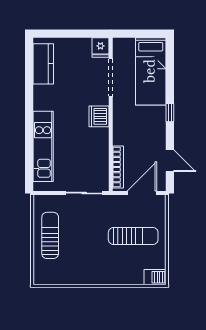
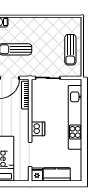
kitchen counter: (43, 64) -> (57, 174), moved, turned 90
kitchen unit: (43, 146) -> (75, 117), width x1.36

